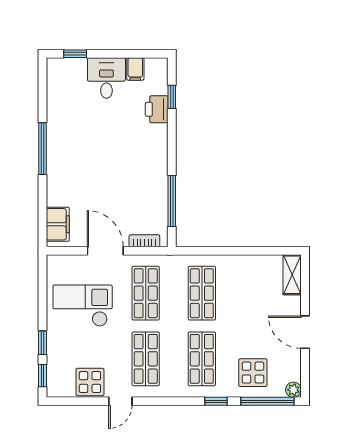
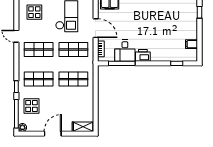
desk: (106, 78) -> (125, 51), moved, turned 90
printer: (157, 109) -> (143, 55), moved
door: (105, 251) -> (96, 28), hinge flipped
display table: (90, 382) -> (34, 12), moved

